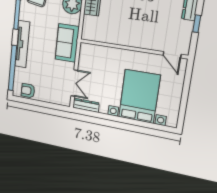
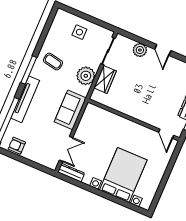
wall: (133, 49) -> (134, 120), moved
door: (172, 55) -> (166, 134), moved

